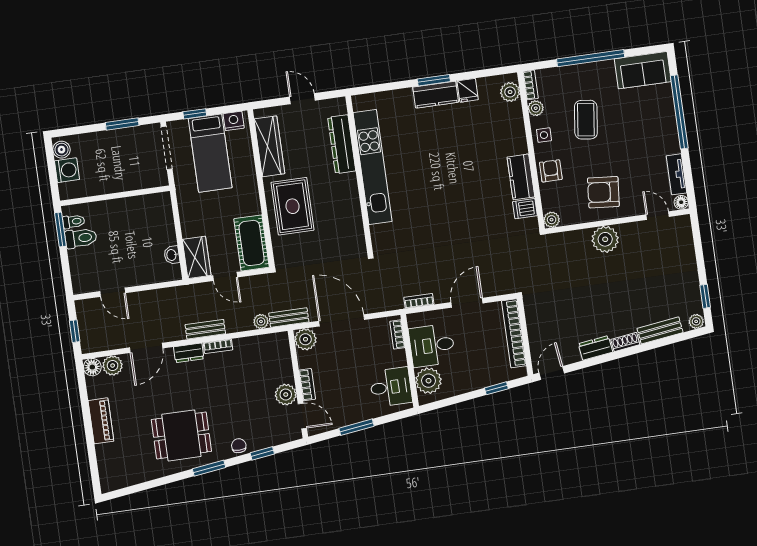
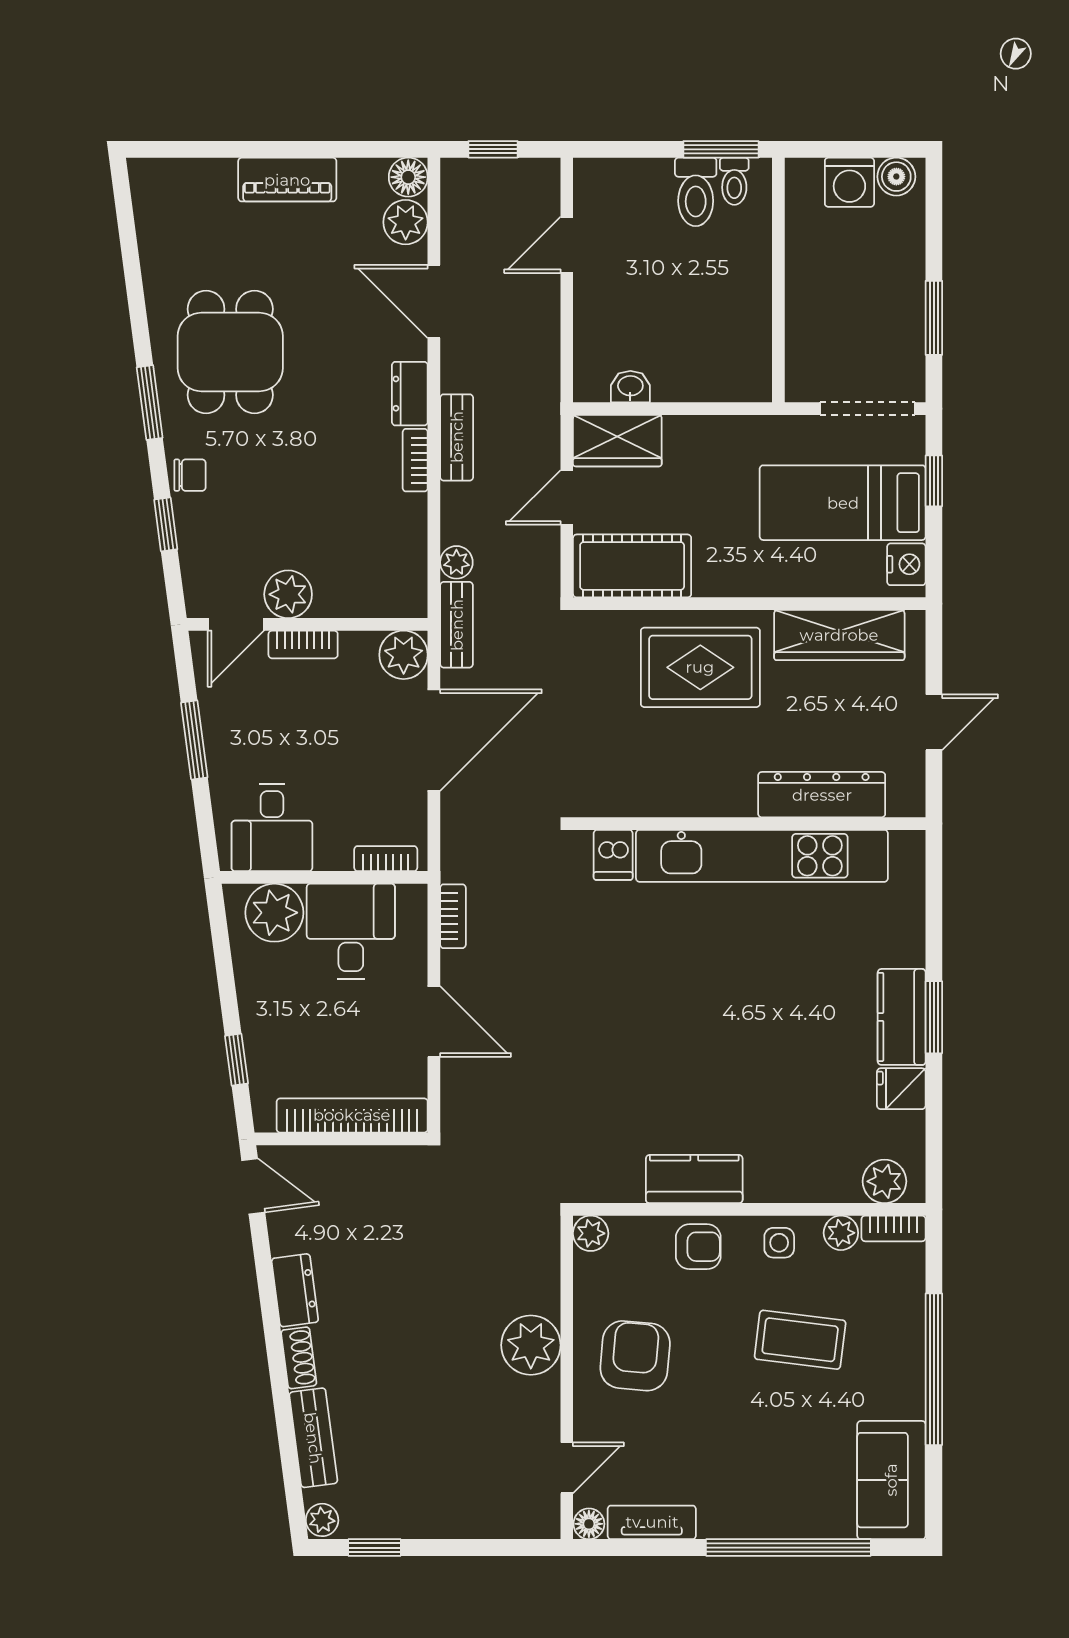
dishwasher: (525, 209) -> (613, 855), moved, turned 180

